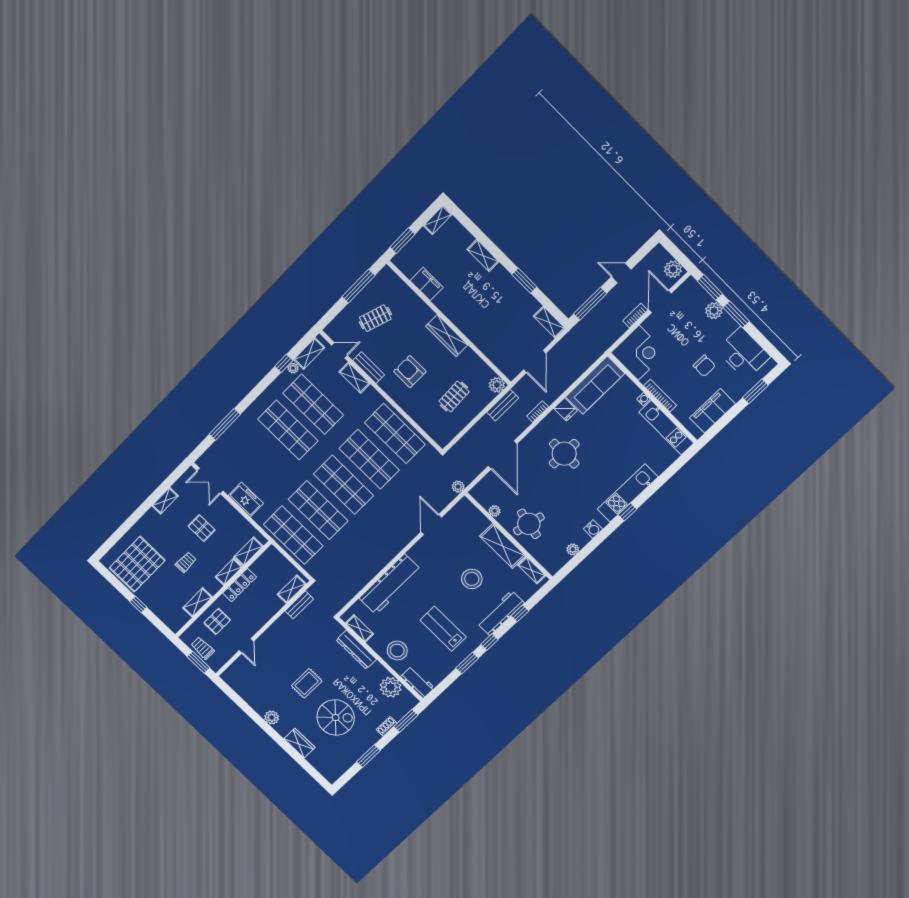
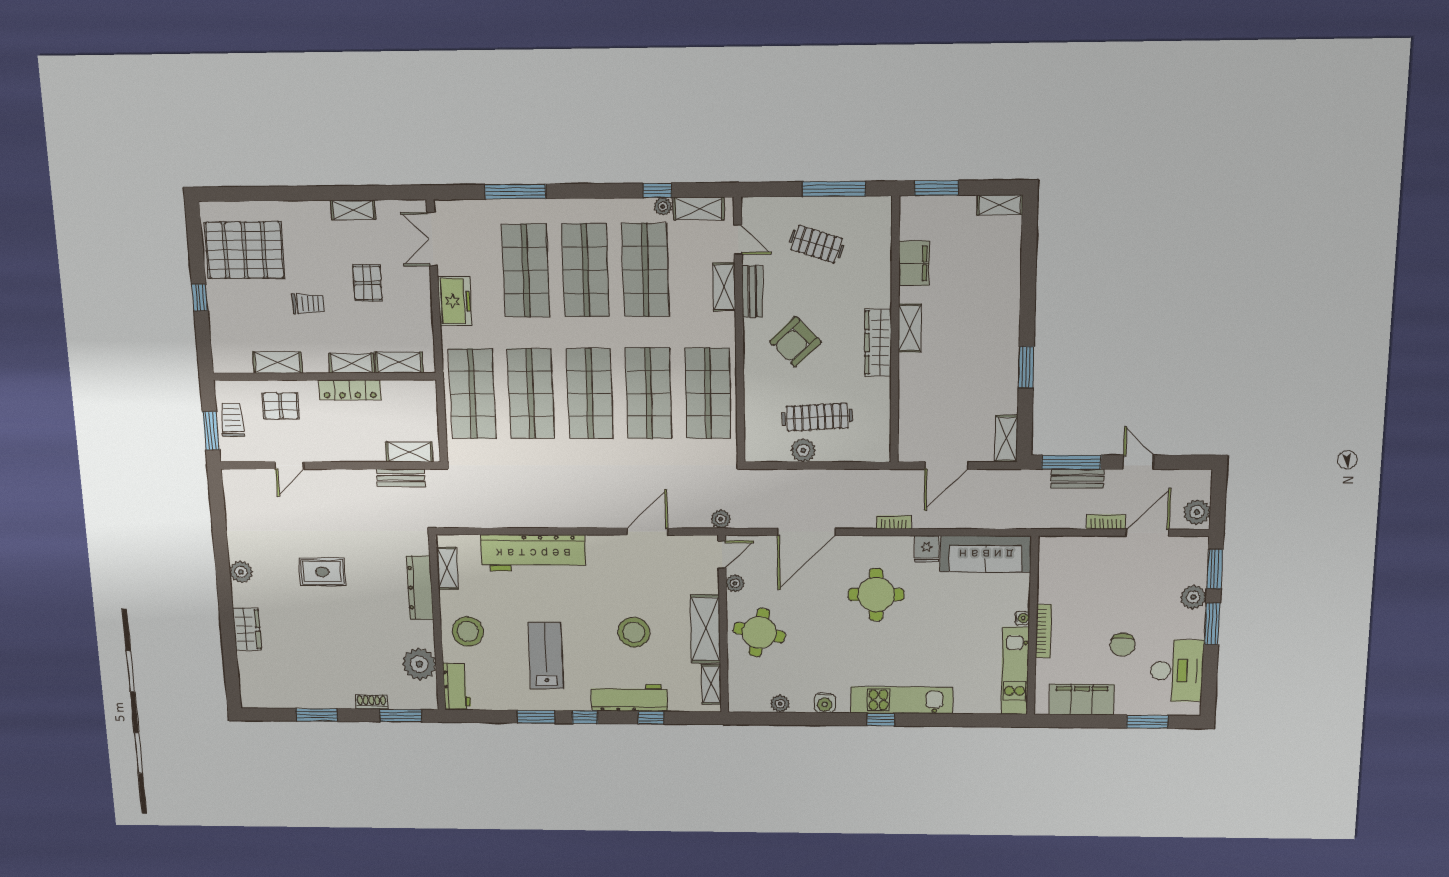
shelving: (483, 255) -> (910, 328), moved
corner desk: (639, 353) -> (1068, 565), removed
armchair: (410, 372) -> (795, 342), turned -134
plant: (497, 385) -> (803, 450), moved
clothes rail: (454, 396) -> (817, 417), width x1.36
bench: (503, 405) -> (1077, 479), moved
shop shelf: (263, 456) -> (526, 271), added
door: (475, 503) -> (722, 554), added
spiral stairs: (336, 718) -> (320, 639), removed

